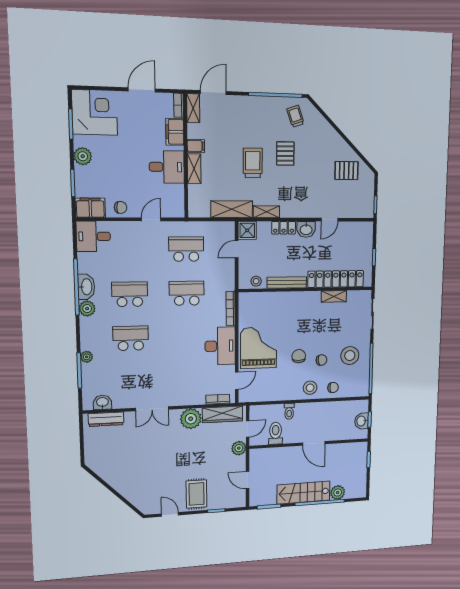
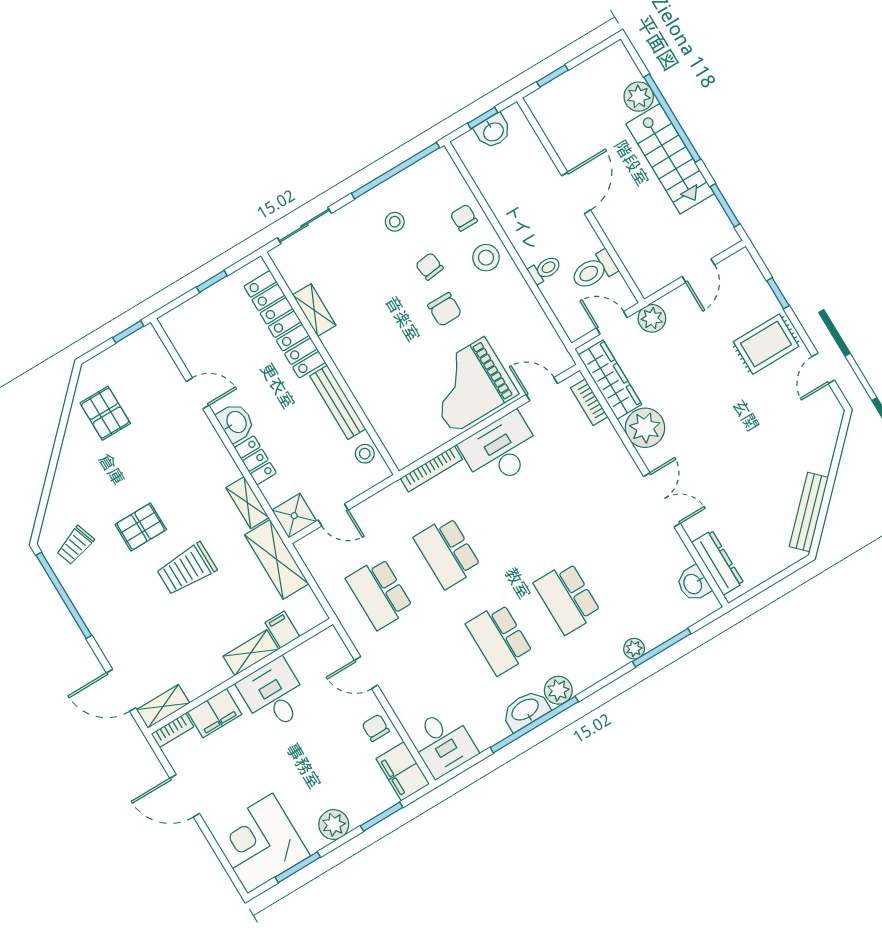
filing cabinet: (196, 146) -> (282, 630), moved
chair: (299, 356) -> (445, 309), turned -90
stool: (350, 356) -> (395, 222), width x0.53, depth x0.53
bench: (106, 475) -> (809, 512), added

